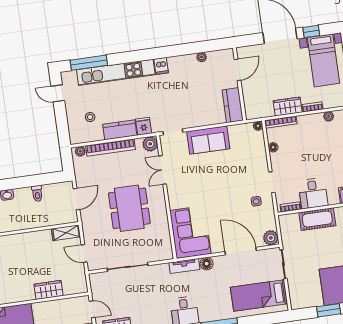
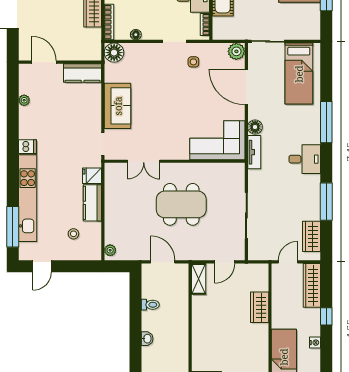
floor lamp: (258, 126) -> (114, 53), width x1.89, depth x1.89
plant: (150, 144) -> (113, 171), removed
bookcase: (111, 148) -> (111, 216), removed
door: (241, 251) -> (246, 87), hinge flipped

